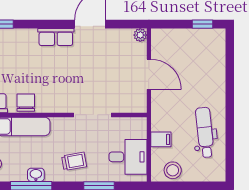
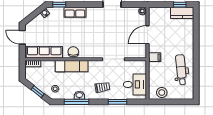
row of seats: (56, 37) -> (75, 12), moved
kitchen counter: (206, 38) -> (182, 13), added
door: (149, 74) -> (147, 35), swing flipped
filing cabinet: (161, 139) -> (155, 57), moved

